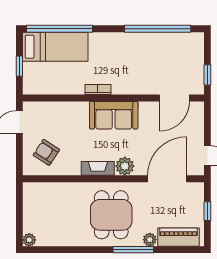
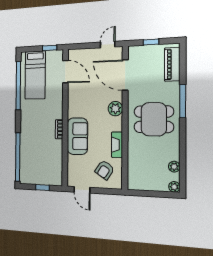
bed: (55, 47) -> (35, 75), moved, turned 180
sofa: (114, 115) -> (77, 136), moved
fireplace: (98, 168) -> (117, 145), moved
plant: (150, 240) -> (174, 167), moved

